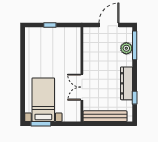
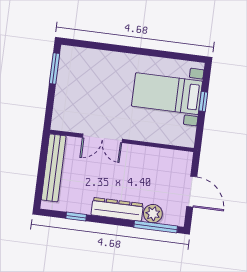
dresser: (127, 83) -> (117, 209), moved
double door: (82, 87) -> (102, 138), swing flipped
bed with nightstands: (43, 100) -> (167, 94), moved, turned 180

